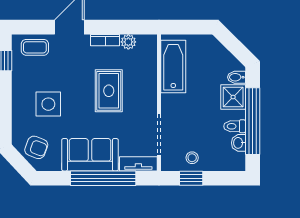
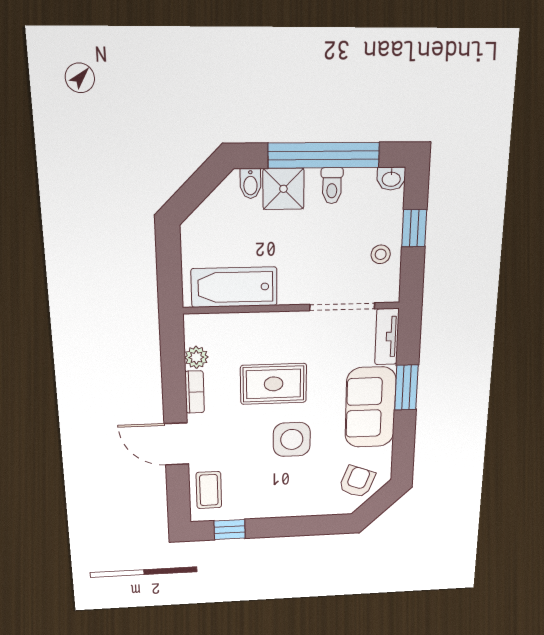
side table: (48, 104) -> (292, 439), moved
washbasin: (238, 143) -> (391, 179), moved
window: (103, 178) -> (406, 388), width x0.47
window: (191, 178) -> (414, 228), moved

